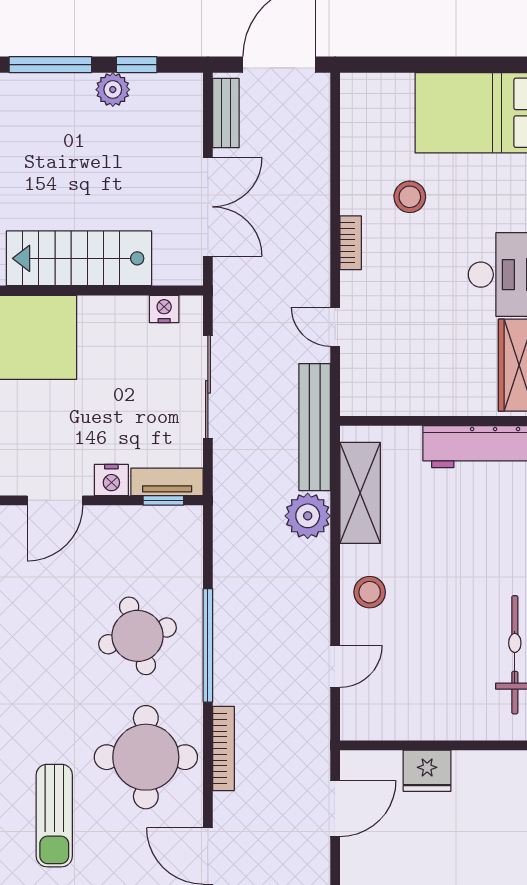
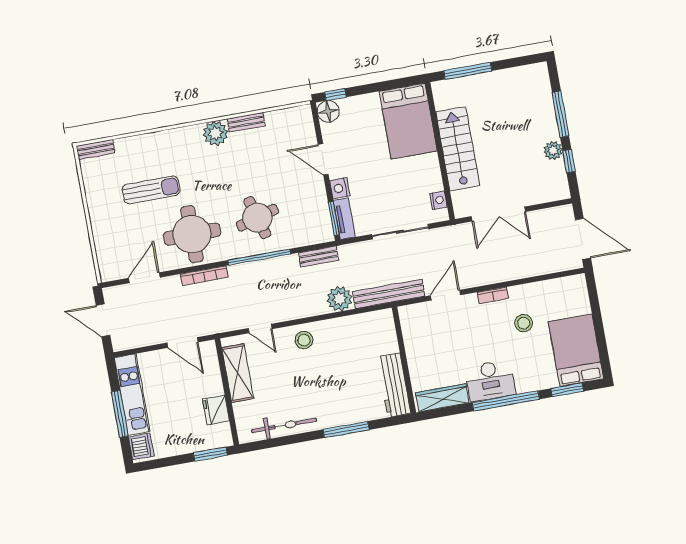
bench: (226, 113) -> (318, 257), moved
door: (335, 327) -> (445, 295), width x1.38
shelving: (360, 493) -> (238, 373), moved, turned 90
window: (163, 500) -> (334, 219), width x1.50
fridge: (427, 771) -> (216, 410), moved
sun lounger: (54, 816) -> (151, 190), turned 180

